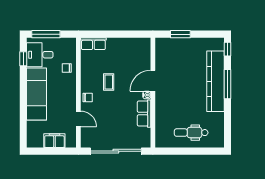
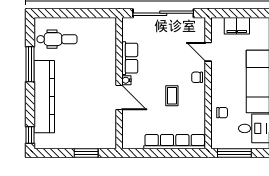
window: (46, 34) -> (234, 153), moved
row of seats: (93, 44) -> (175, 142), width x2.02
door: (153, 81) -> (119, 97), hinge flipped
window: (227, 84) -> (30, 64), moved
dental chair: (191, 133) -> (57, 39), moved

